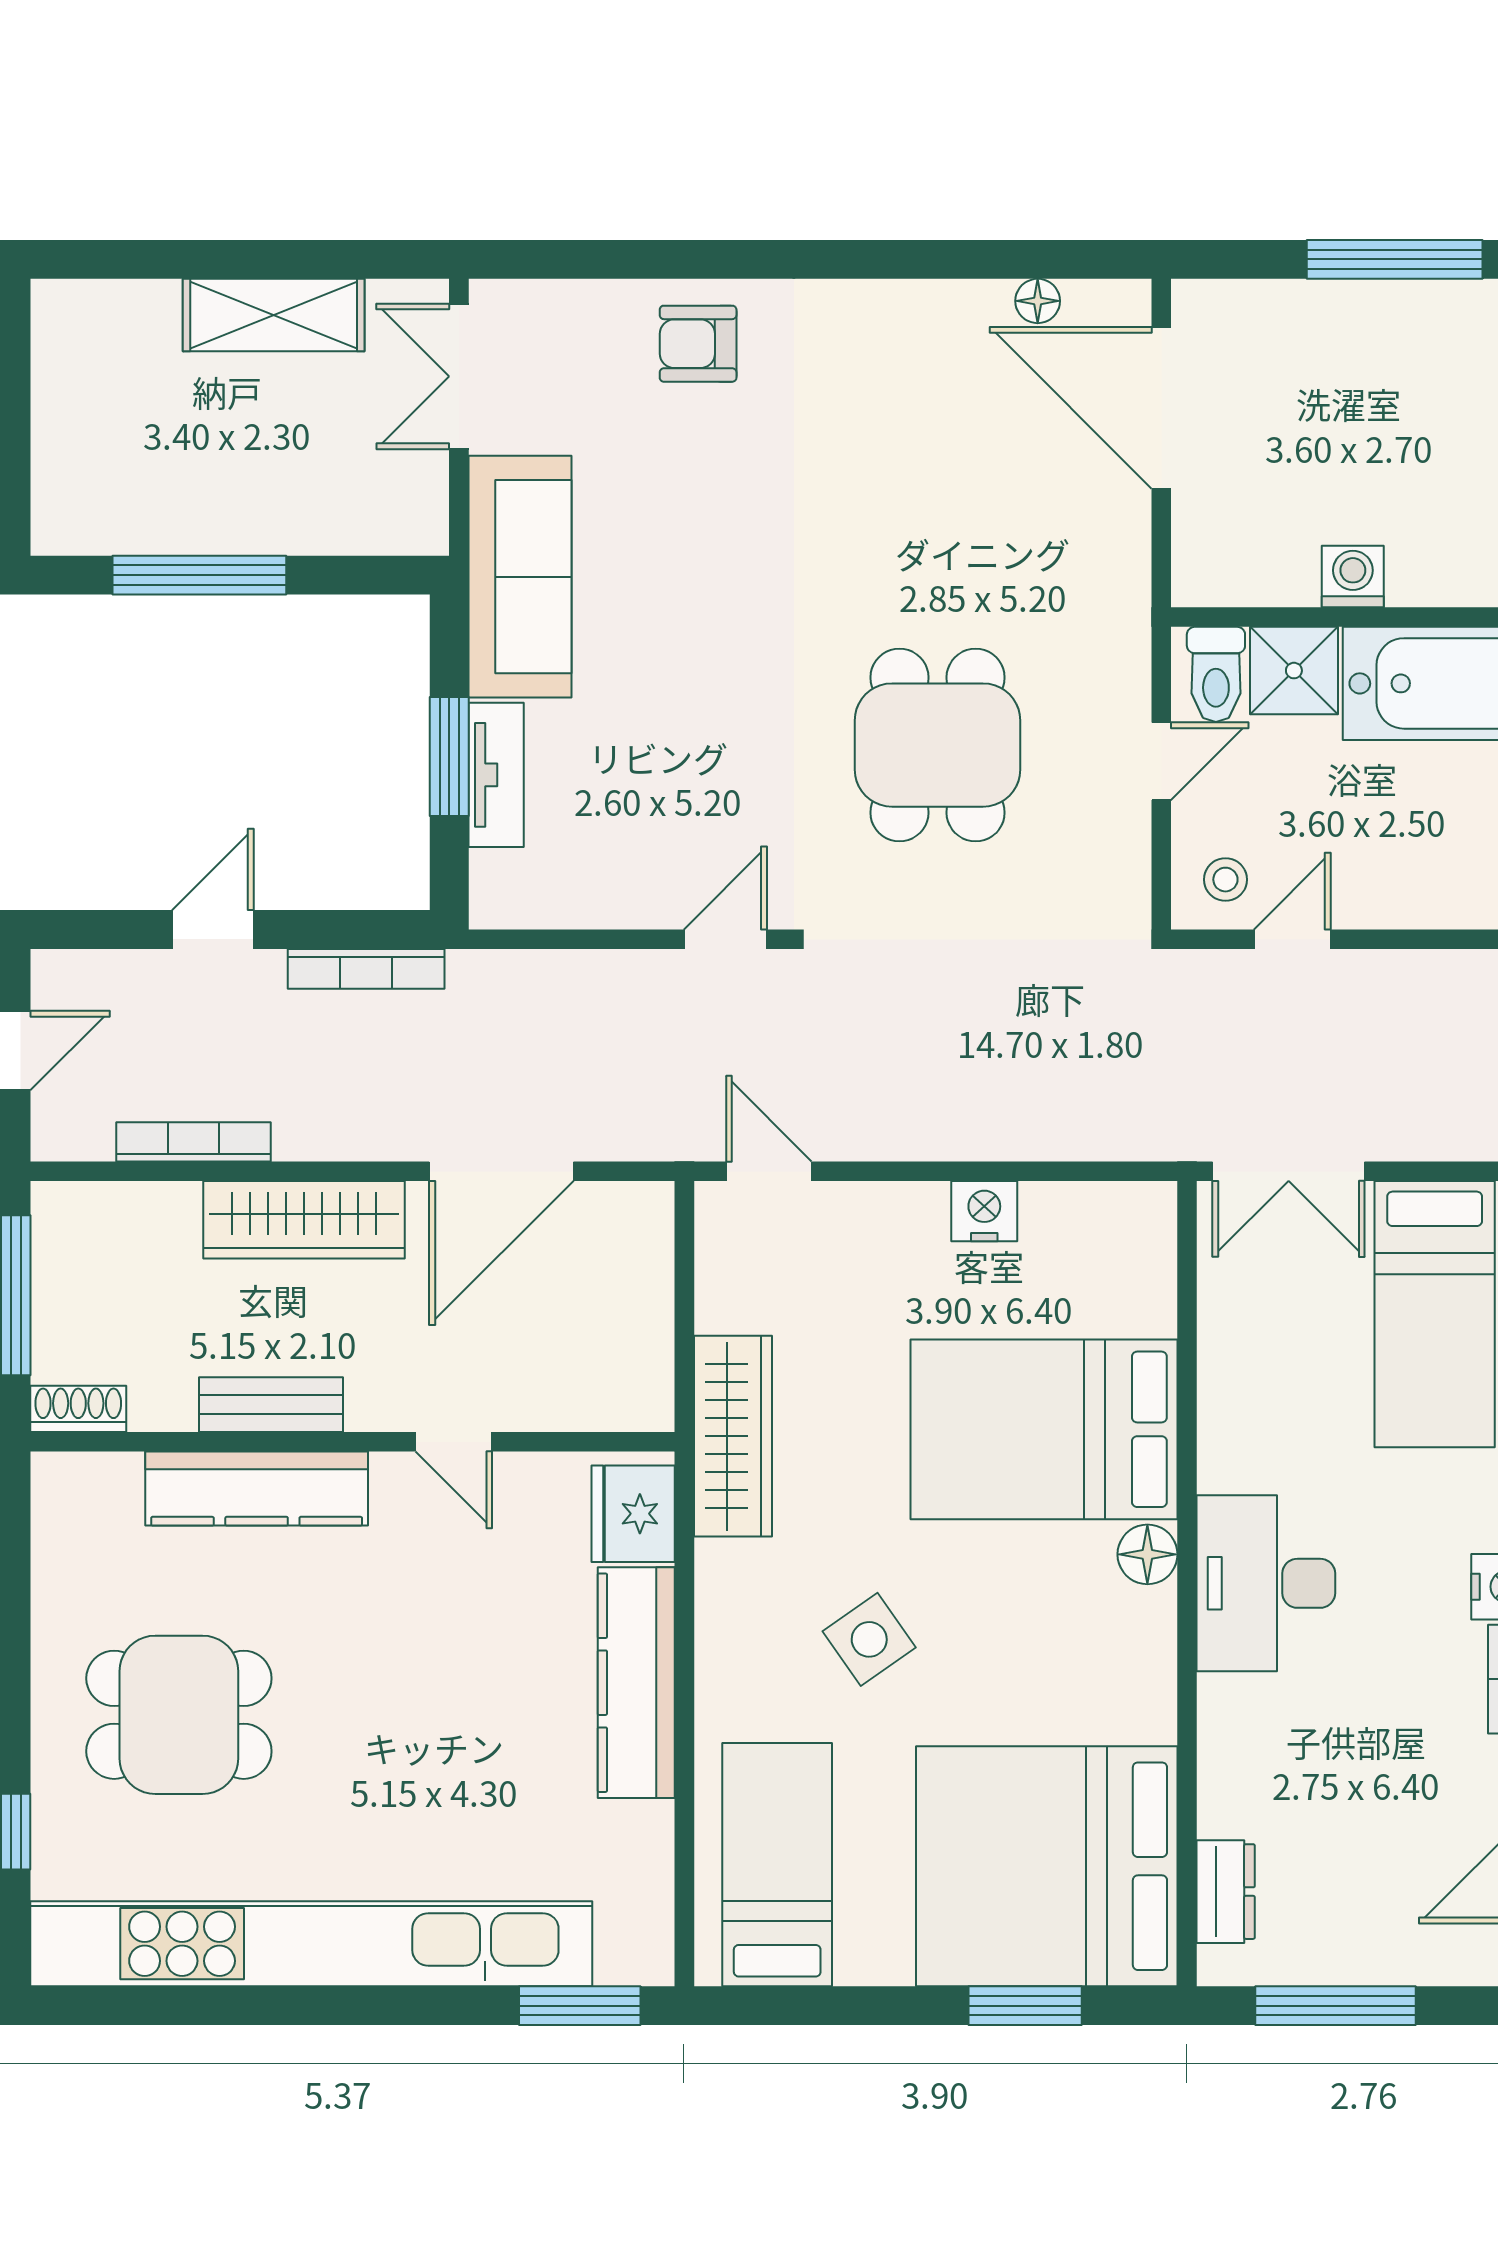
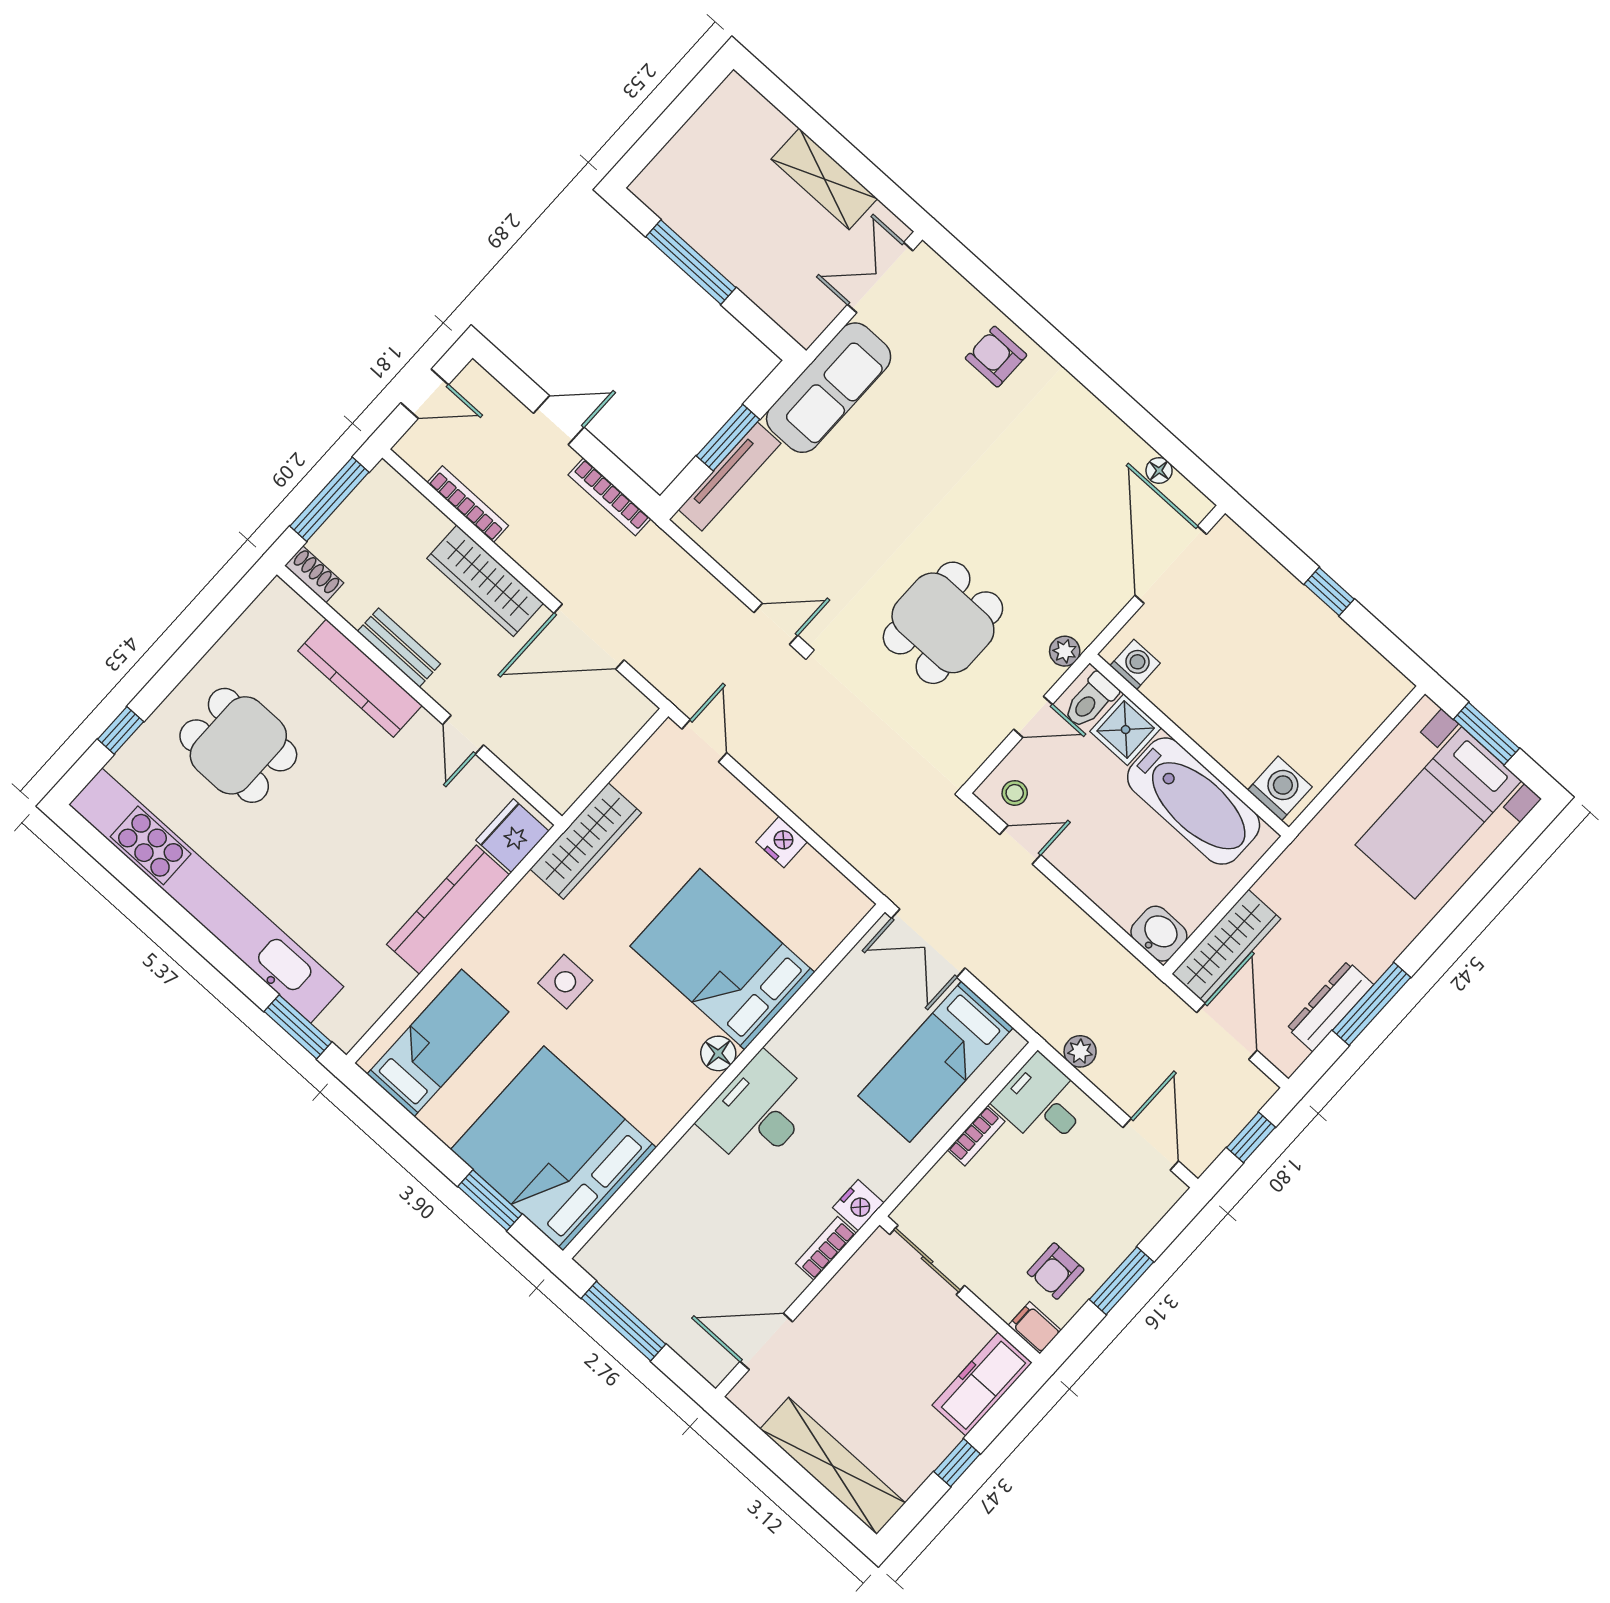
window: (1395, 259) -> (1329, 592), width x0.46
washing machine: (1353, 576) -> (1135, 664), moved
plant: (1126, 641) -> (1065, 651), added
tv unit: (496, 775) -> (730, 477), width x1.41
side table: (869, 1639) -> (565, 982), turned 35
dresser: (1226, 1892) -> (621, 1229), removed

